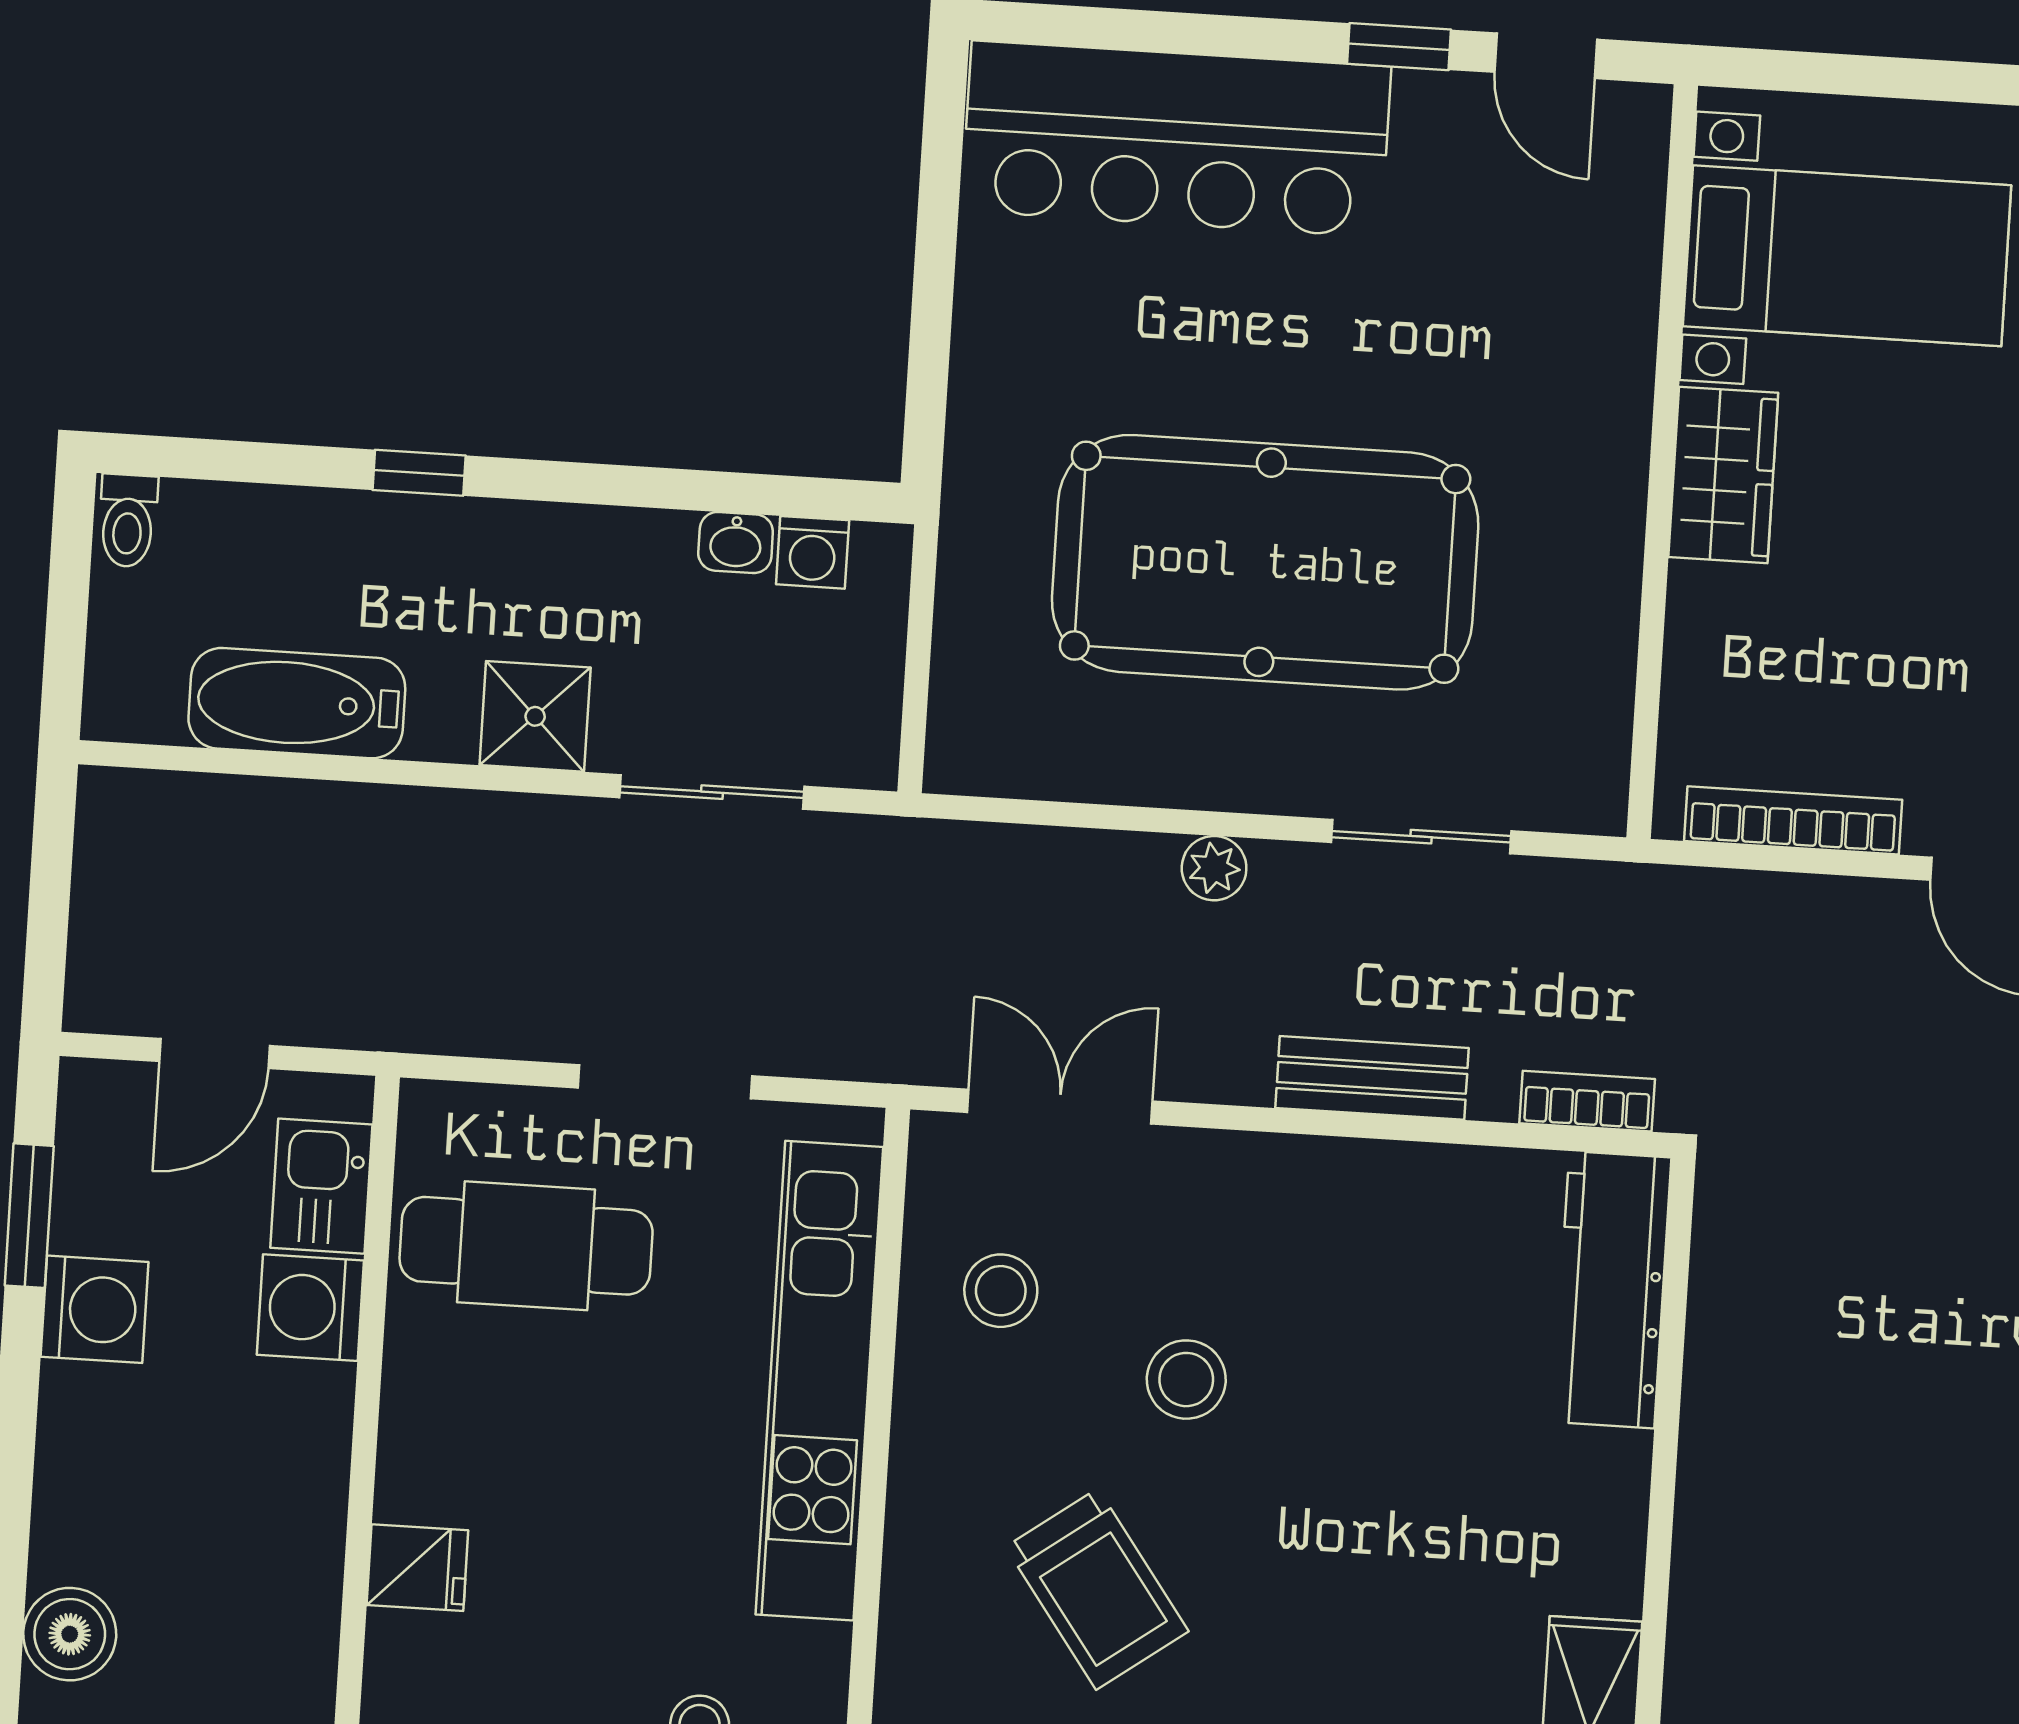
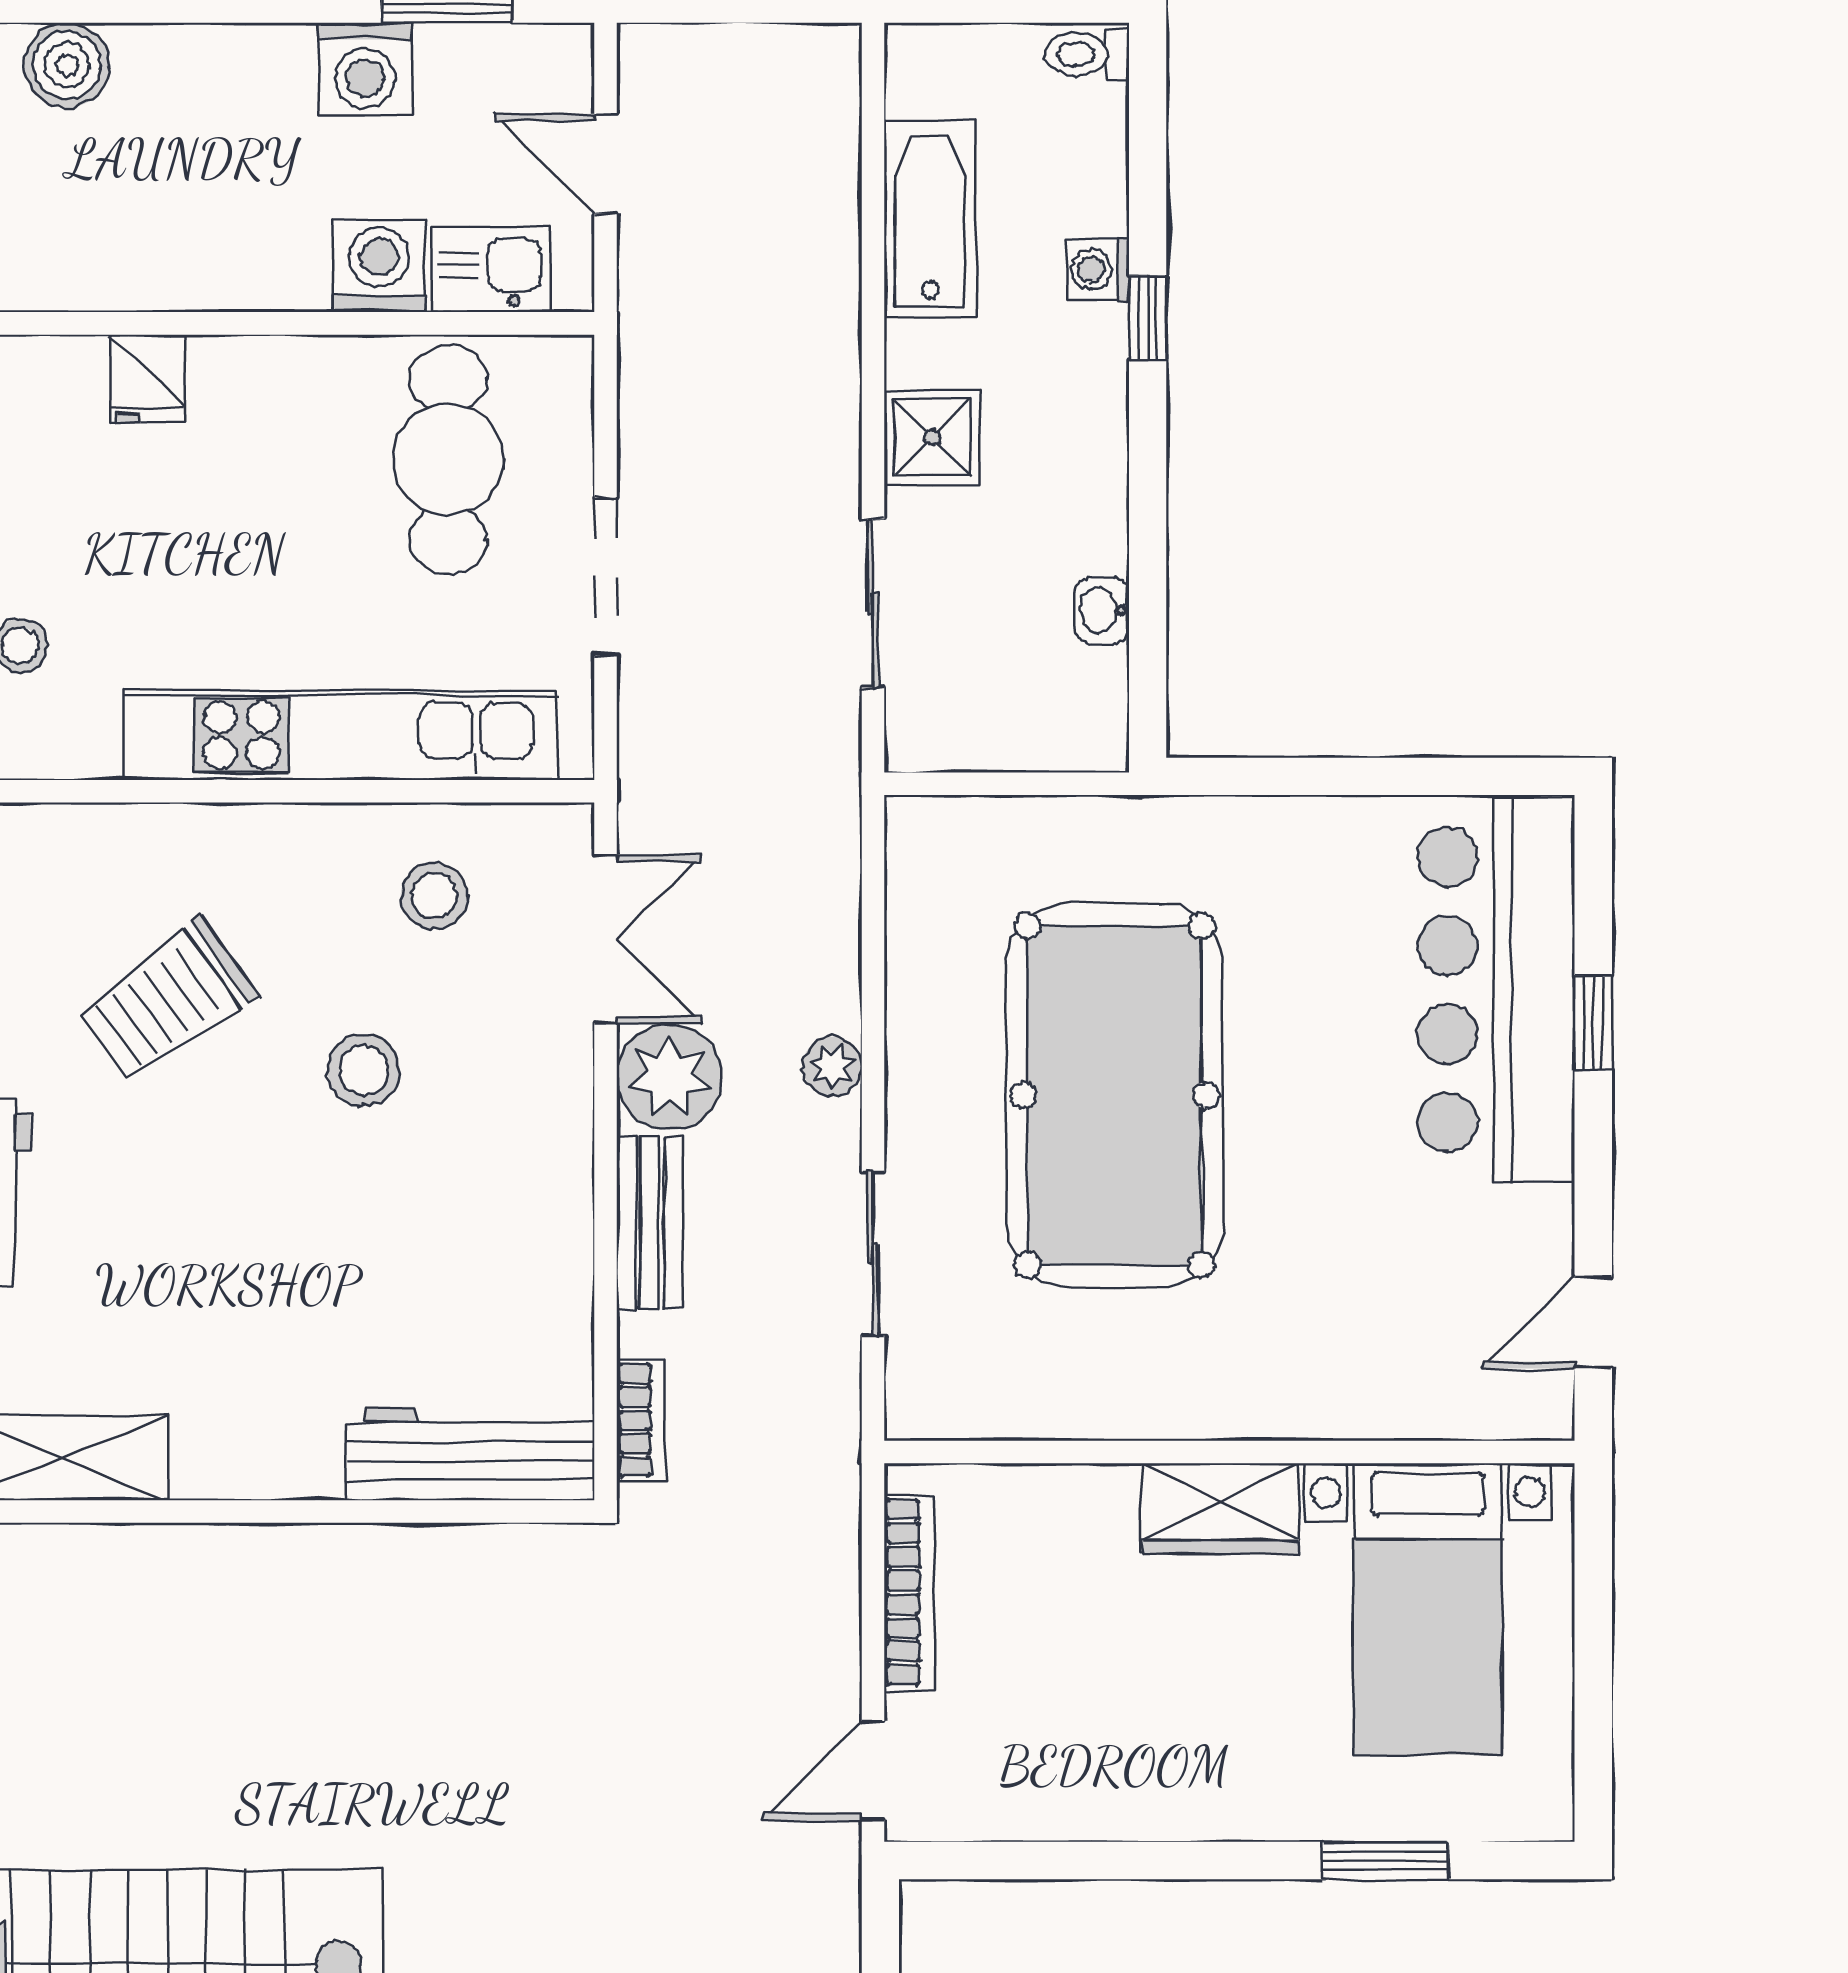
window: (1399, 47) -> (1593, 1023), moved
washing machine: (813, 552) -> (1098, 269), moved
plant: (1215, 1046) -> (669, 1077), added

